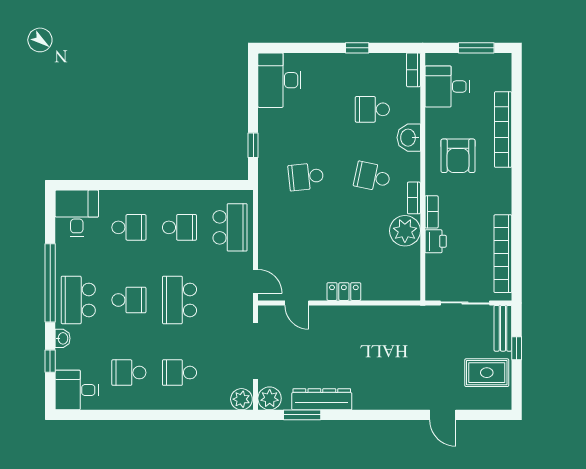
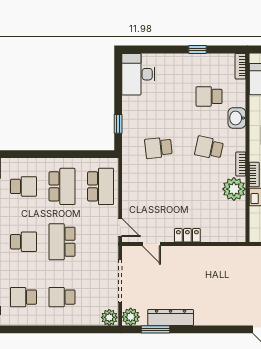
school desk: (179, 227) -> (62, 186), width x1.85

